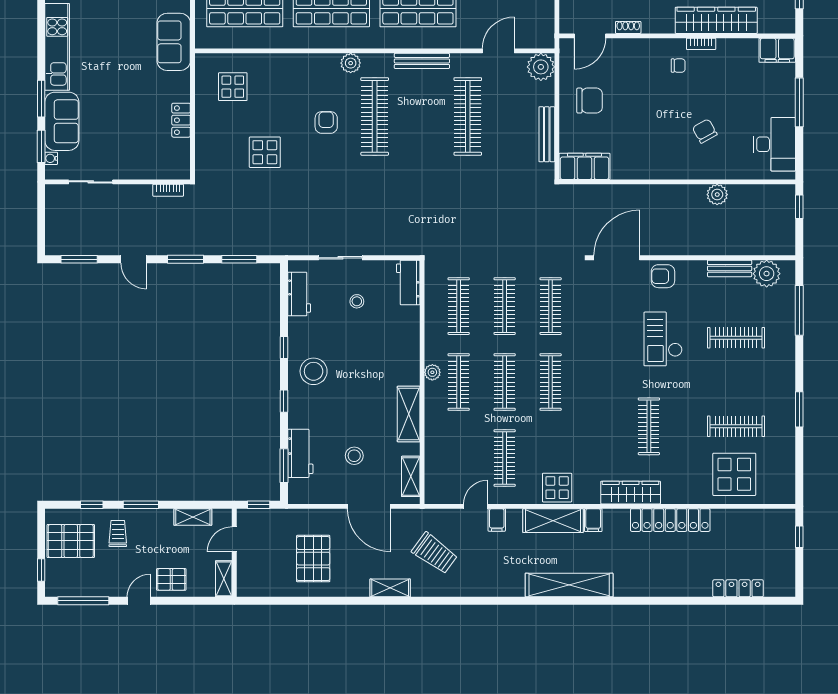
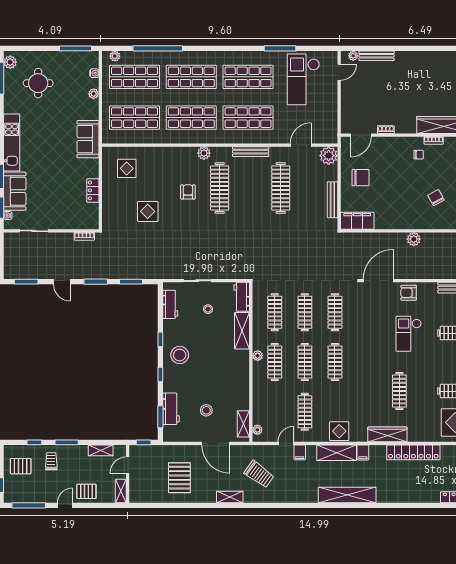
plant: (717, 195) -> (414, 239), moved
shelving: (409, 414) -> (242, 331), moved
plant: (432, 485) -> (257, 430), added
pallet: (71, 541) -> (21, 466), width x0.67, depth x0.71

